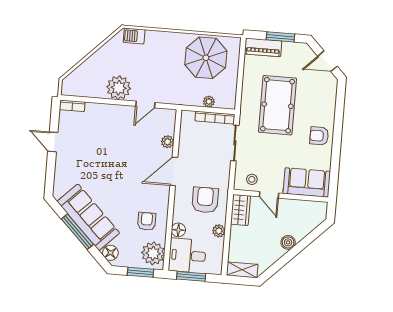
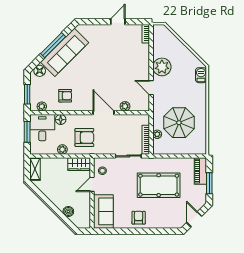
parasol: (206, 58) -> (179, 123), moved
boiler: (288, 242) -> (68, 212), moved
plant: (153, 253) -> (42, 106), width x0.53, depth x0.53

